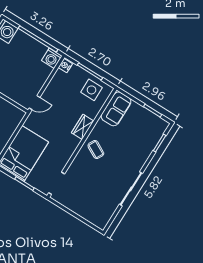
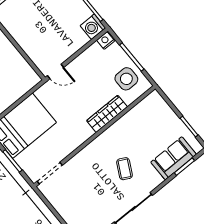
sofa: (116, 109) -> (174, 158), moved, turned 180
wardrobe: (83, 127) -> (107, 114), width x1.50
coffee table: (96, 150) -> (124, 169), moved

